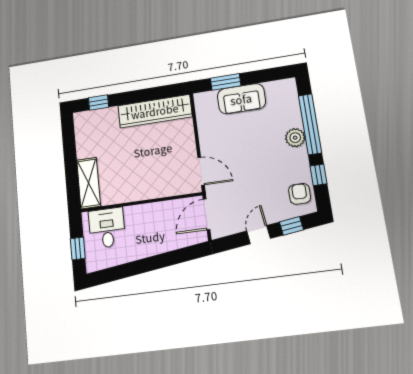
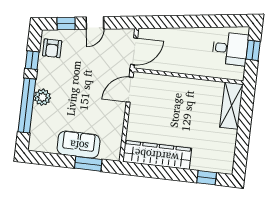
door: (201, 171) -> (130, 90), hinge flipped
desk: (107, 228) -> (230, 49), moved, turned -90

